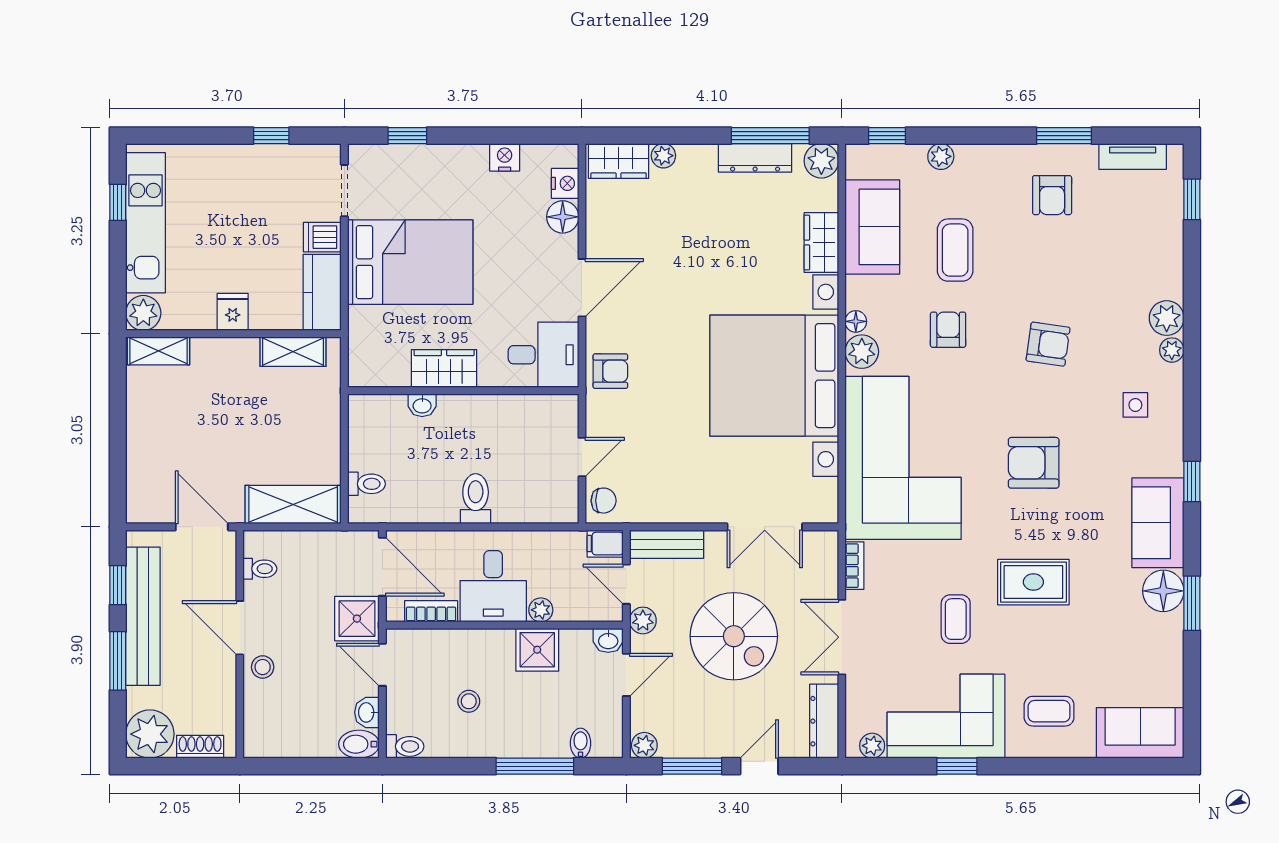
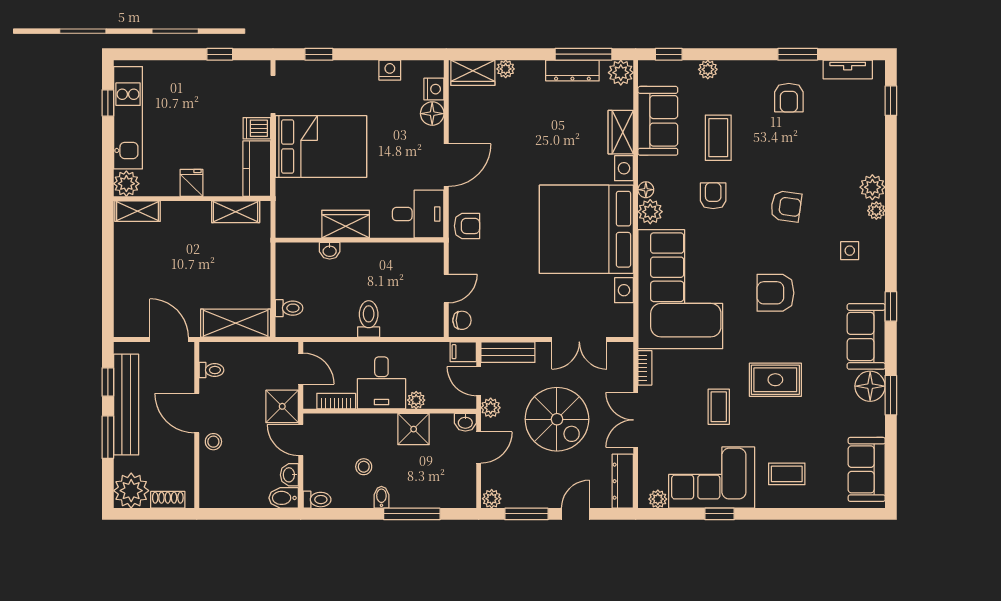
door: (382, 567) -> (301, 369), width x0.73
sofa: (1140, 733) -> (867, 469), moved, turned -90
bidet: (581, 743) -> (381, 497), moved

